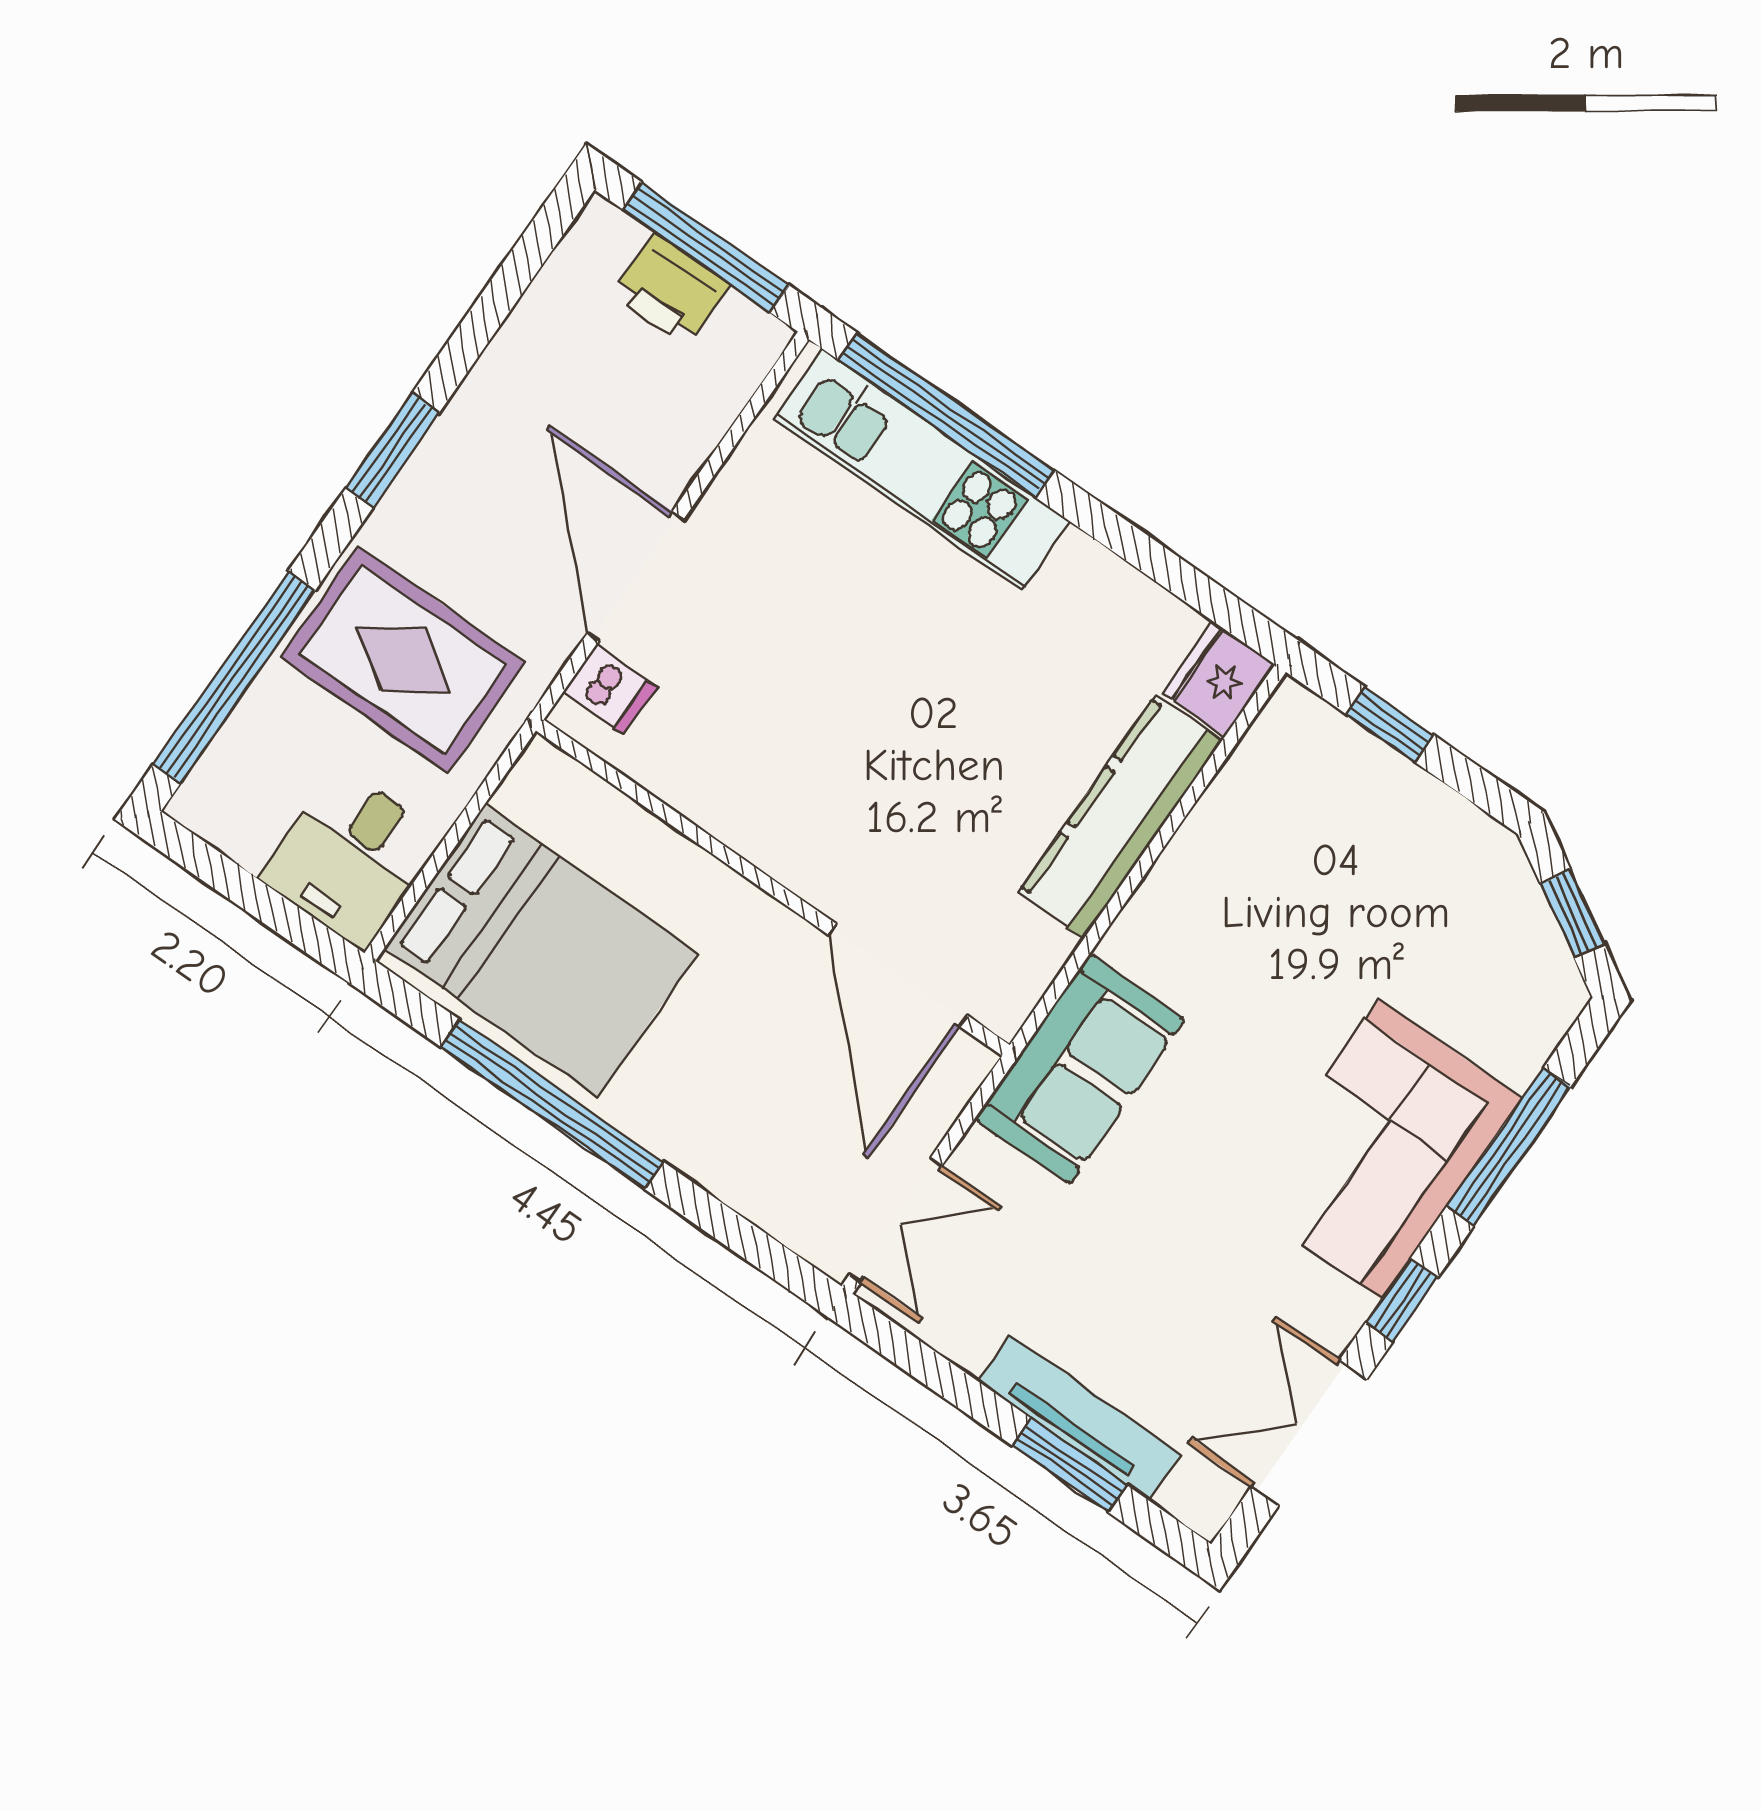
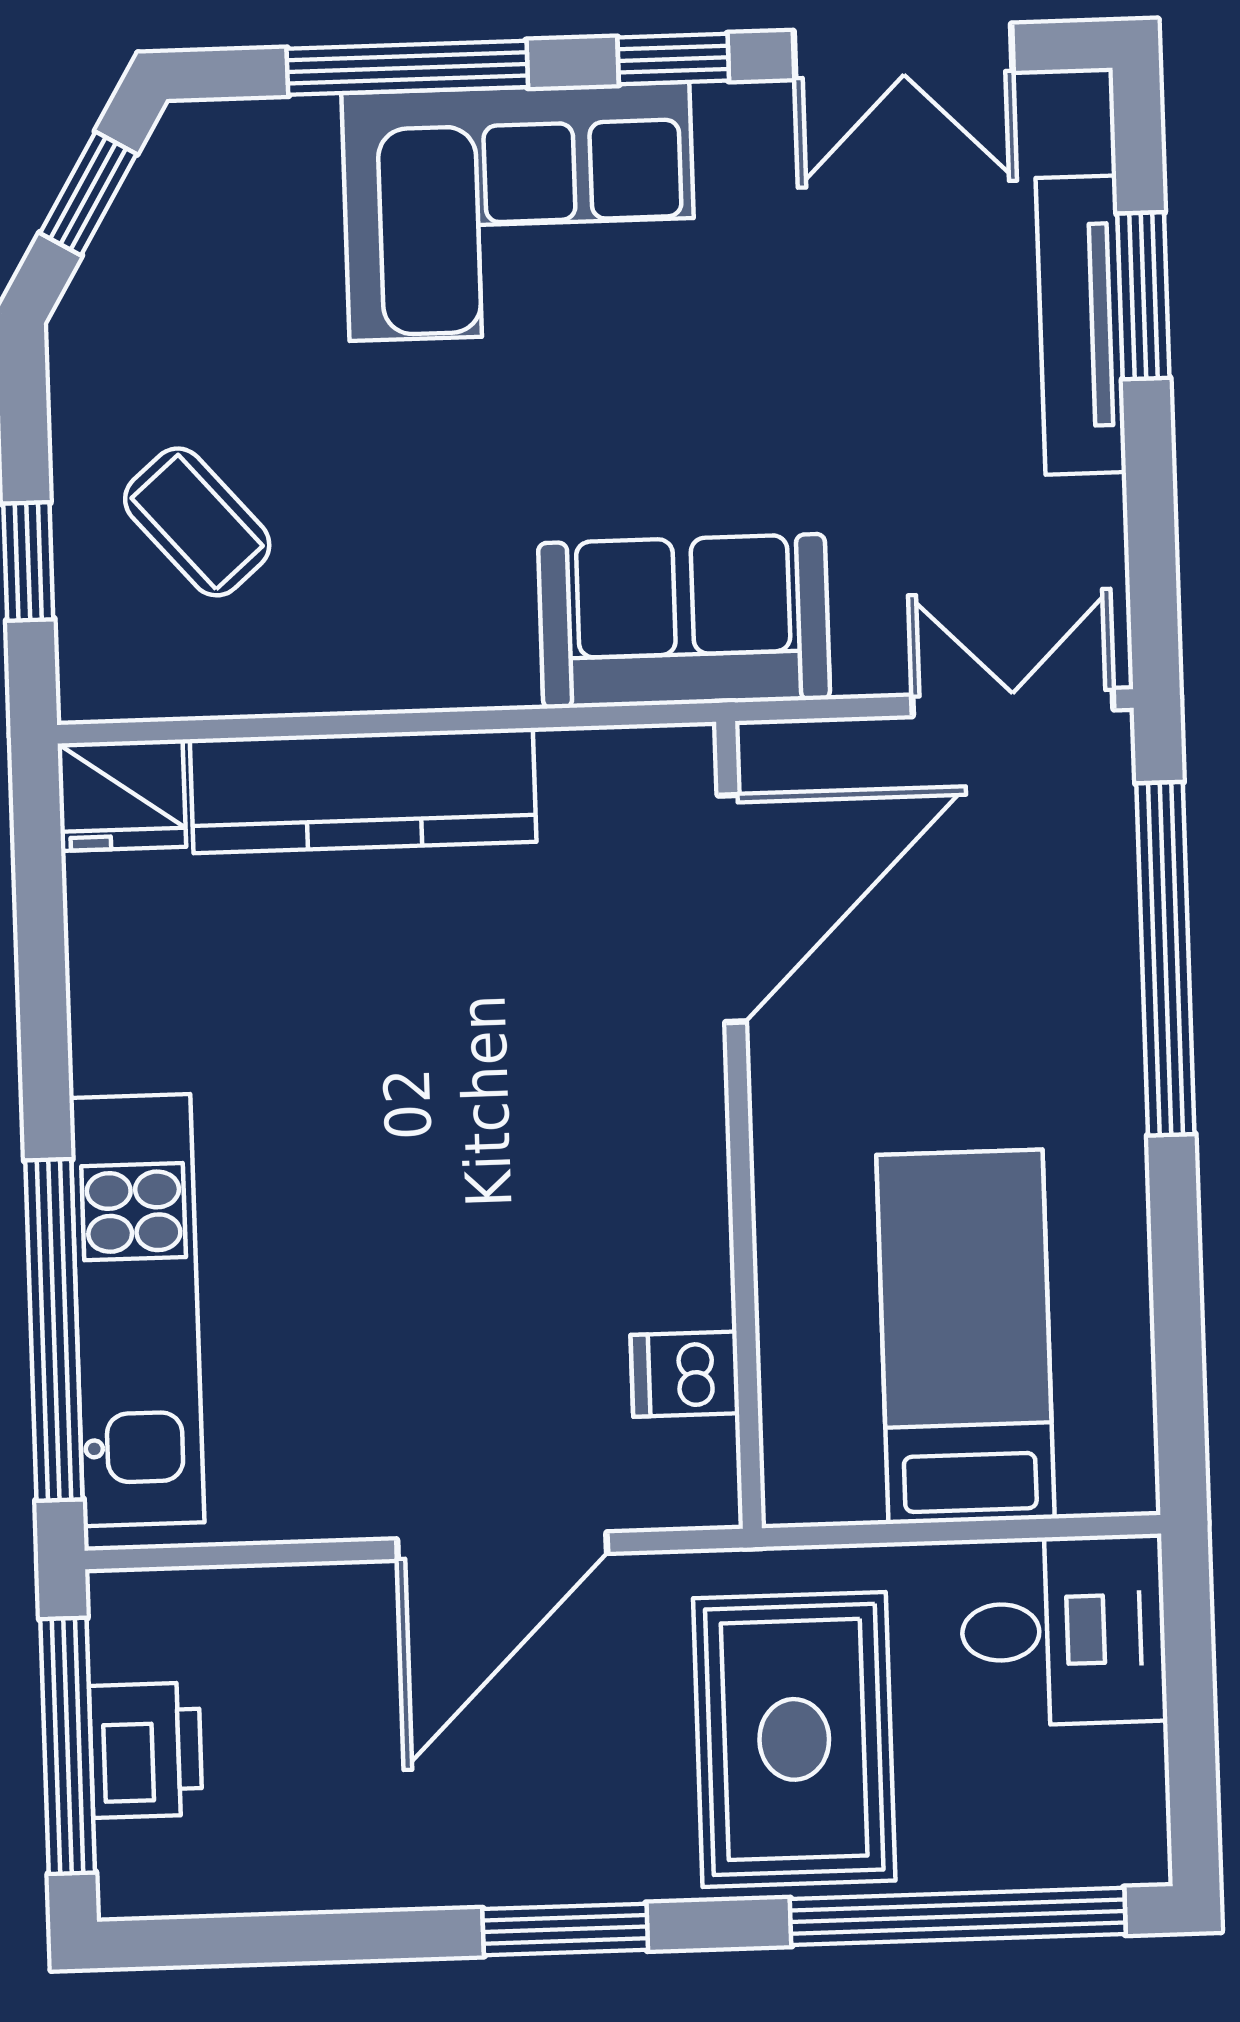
dishwasher: (610, 690) -> (685, 1374), moved, turned -90
coffee table: (1341, 837) -> (197, 522), added
bed: (541, 950) -> (965, 1337), width x0.67
window: (552, 1104) -> (1165, 959), moved

